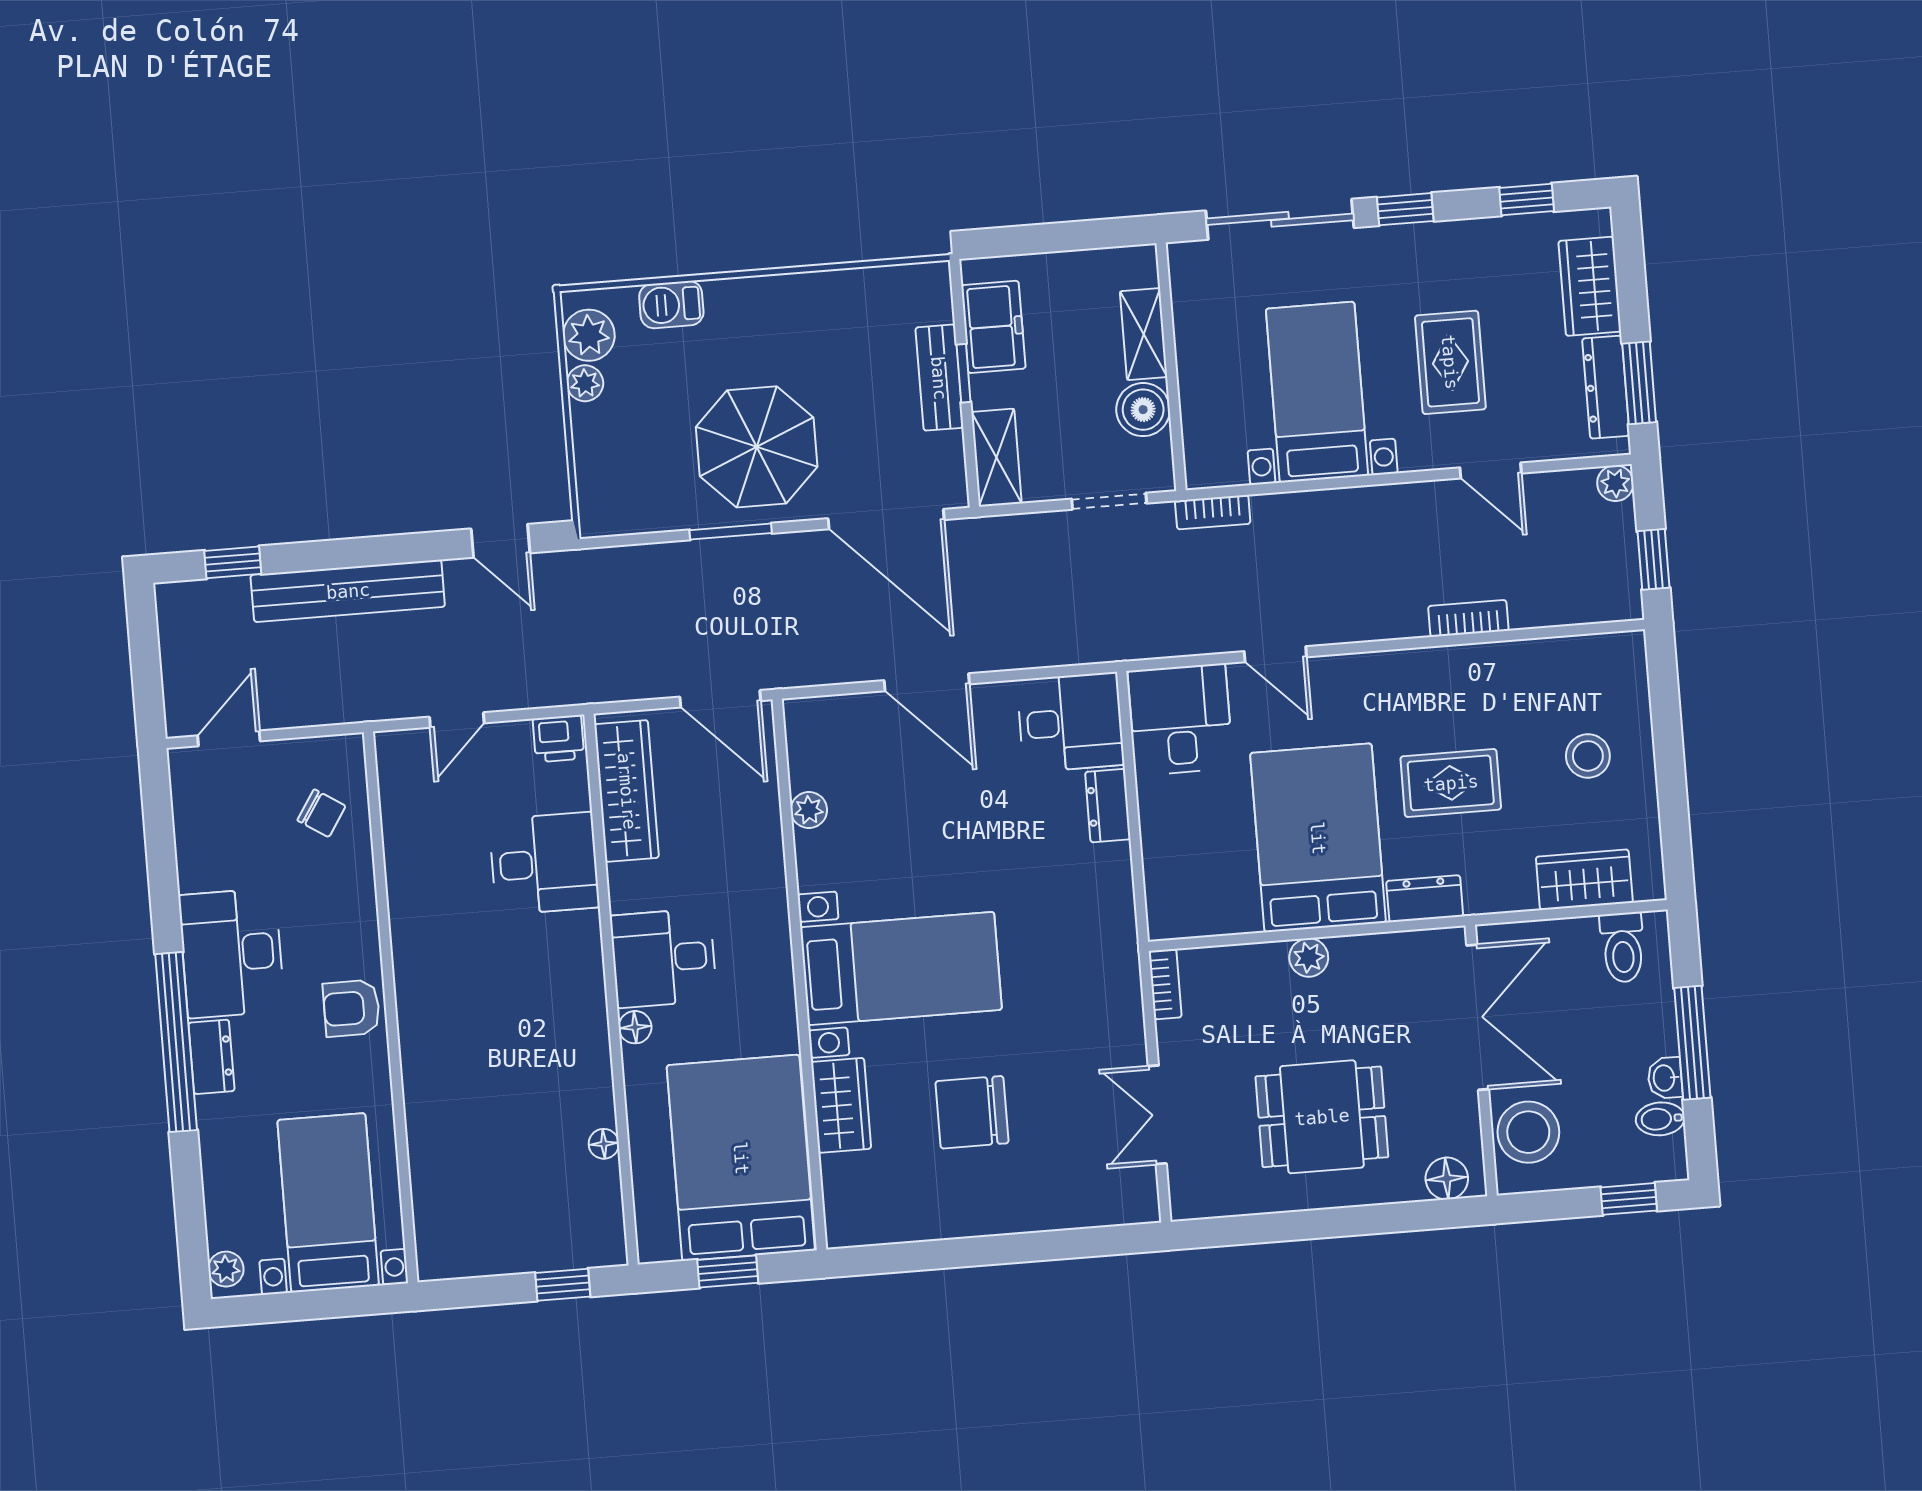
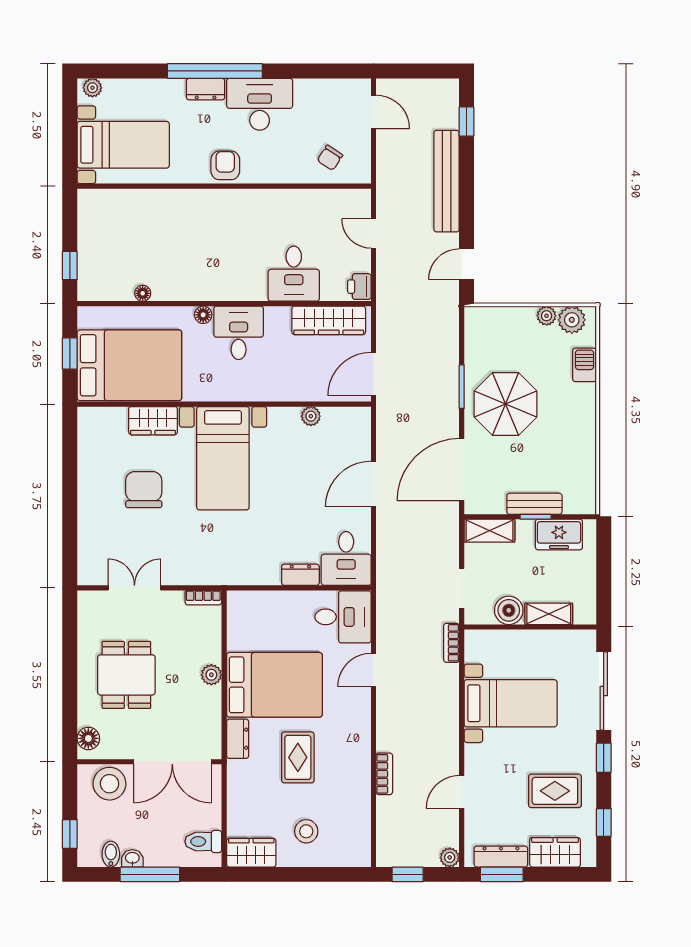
rug: (1450, 362) -> (555, 791), moved
wardrobe: (1584, 880) -> (251, 853), moved, turned -90

